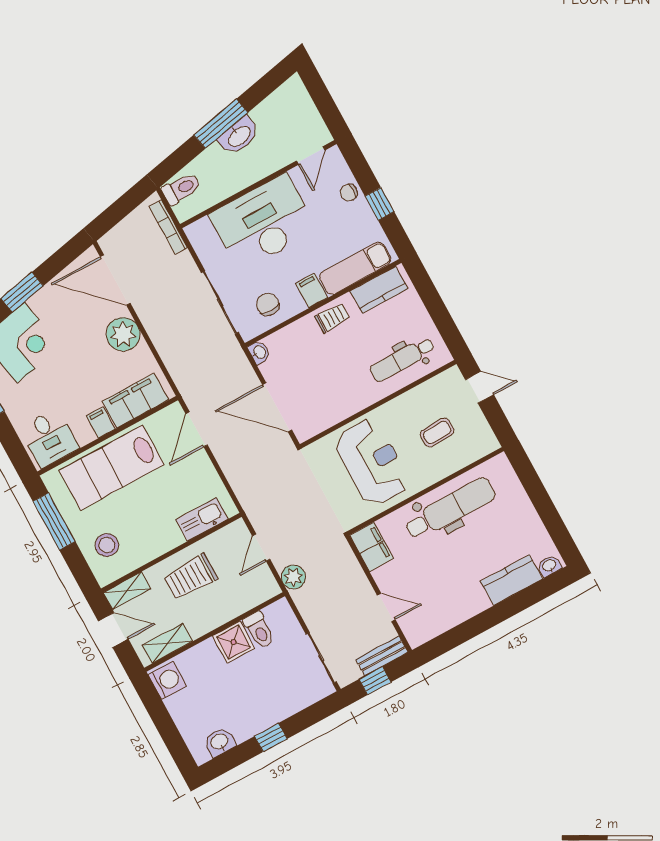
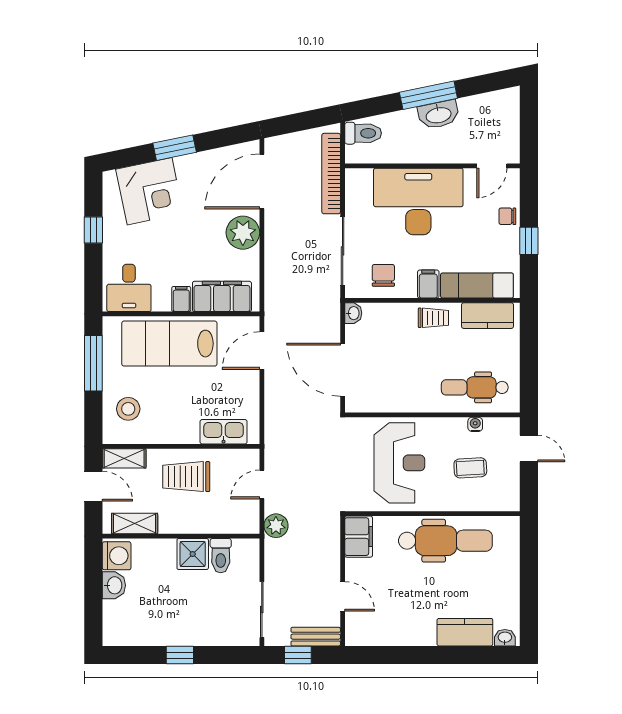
bookcase: (168, 227) -> (331, 174), width x1.48, depth x1.31
door: (115, 280) -> (262, 181), hinge flipped
water cooler: (421, 392) -> (475, 424), added
washbasin: (220, 742) -> (114, 585), moved, turned 90

